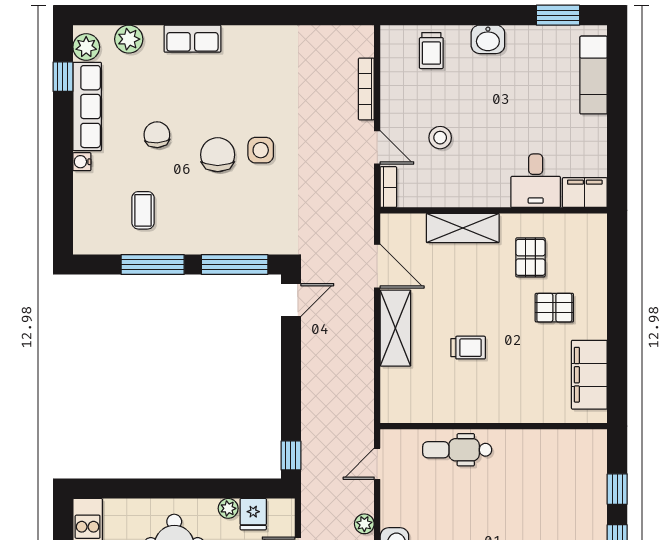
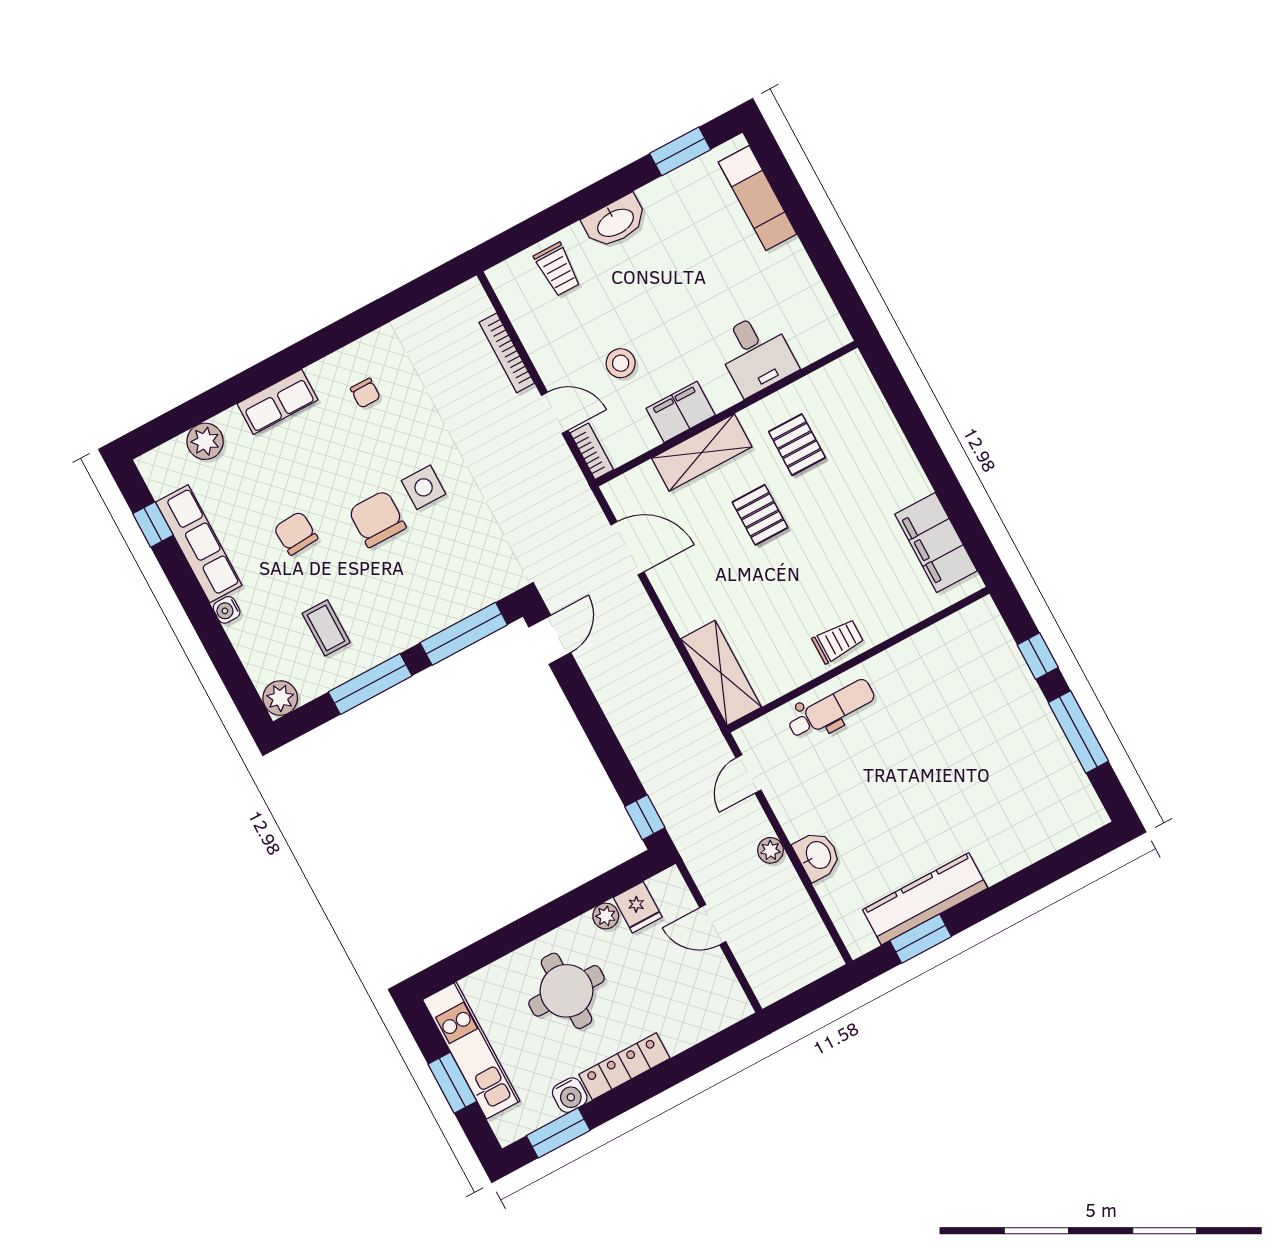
washbasin: (488, 39) -> (615, 222), width x1.38
plant: (86, 47) -> (280, 698), moved
chair: (255, 65) -> (365, 393), added
filing cabinet: (585, 193) -> (681, 412), moved
pallet: (554, 308) -> (760, 515), moved, turned 90
shelving: (395, 328) -> (721, 673), moved
trolley: (468, 348) -> (838, 641), moved
dental chair: (457, 450) -> (831, 709), turned 180

